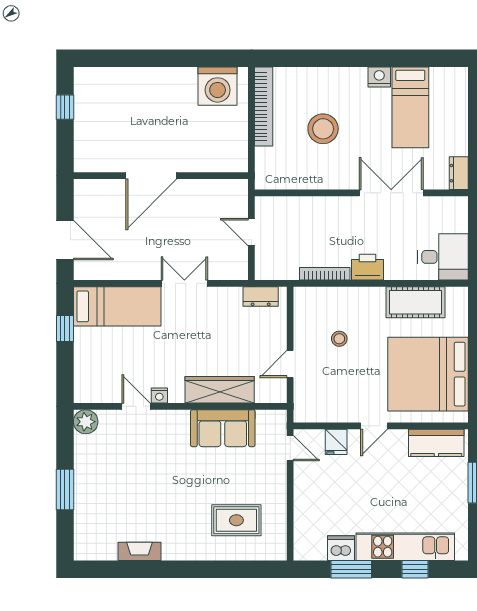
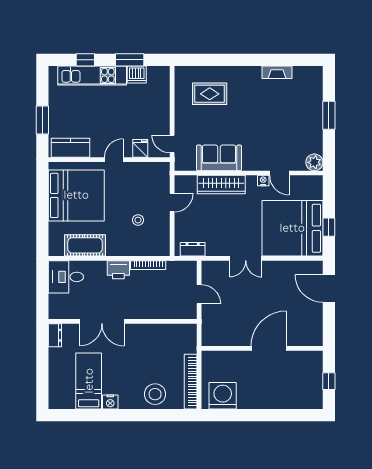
stool: (323, 129) -> (155, 394), moved
door: (151, 176) -> (269, 348), moved
wall: (161, 176) -> (262, 348), moved
bed: (117, 306) -> (292, 228), width x2.04

